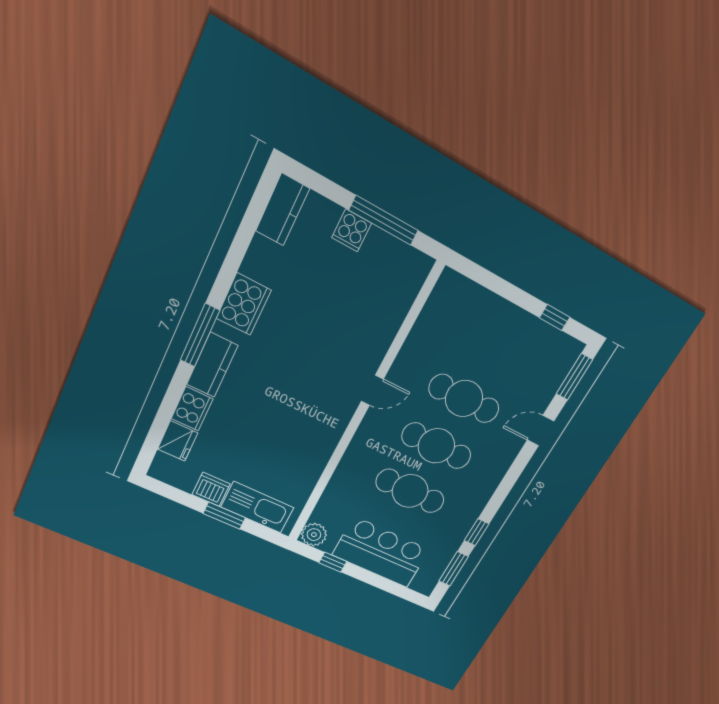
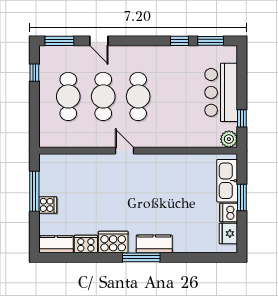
cooker: (192, 409) -> (86, 244), moved
fridge: (178, 441) -> (228, 234), moved, turned -90
cafe table: (410, 491) -> (68, 96), moved

